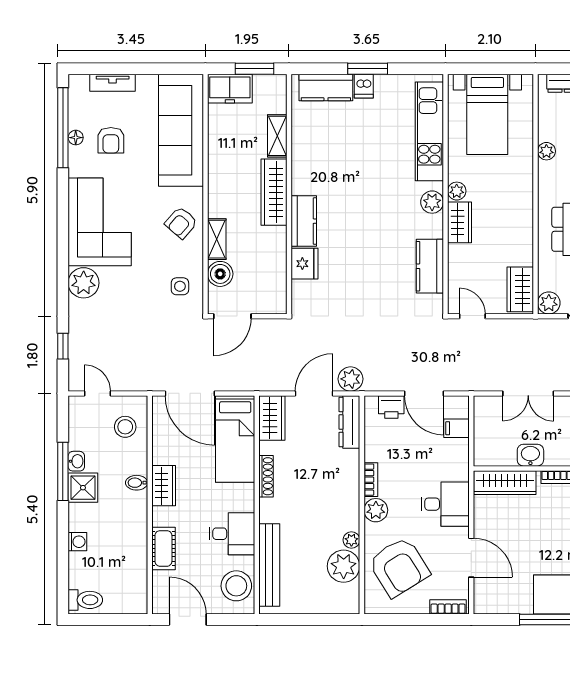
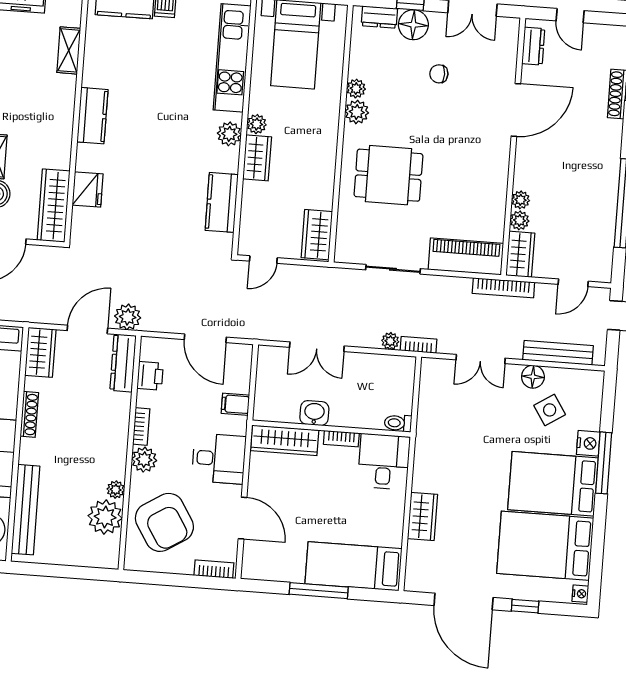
wardrobe: (274, 192) -> (54, 206), moved
kitchen counter: (304, 221) -> (92, 116), moved
plant: (549, 303) -> (357, 112), moved
door: (472, 316) -> (263, 259), swing flipped
printer: (391, 407) -> (150, 376), moved, turned -90
filing cabinet: (456, 428) -> (235, 404), moved

